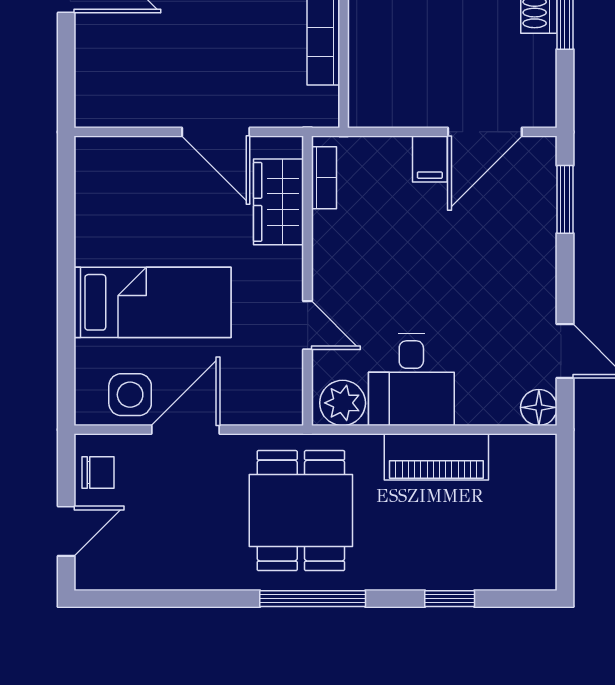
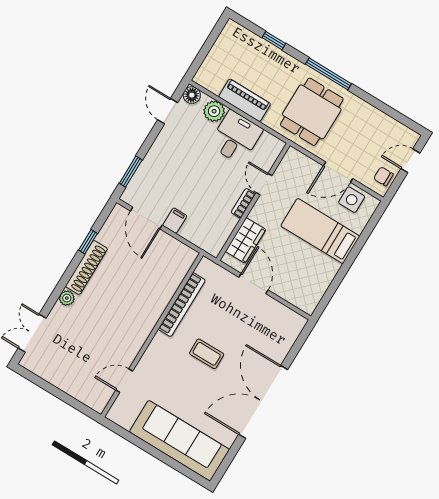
door: (485, 132) -> (146, 218), swing flipped
bookcase: (324, 178) -> (243, 203), moved
plant: (343, 403) -> (214, 111), moved

